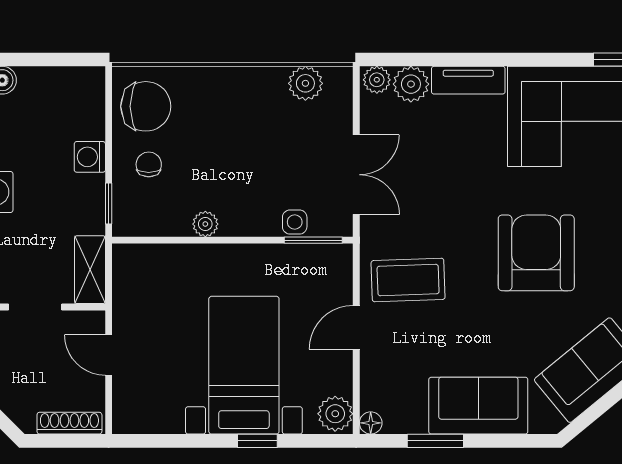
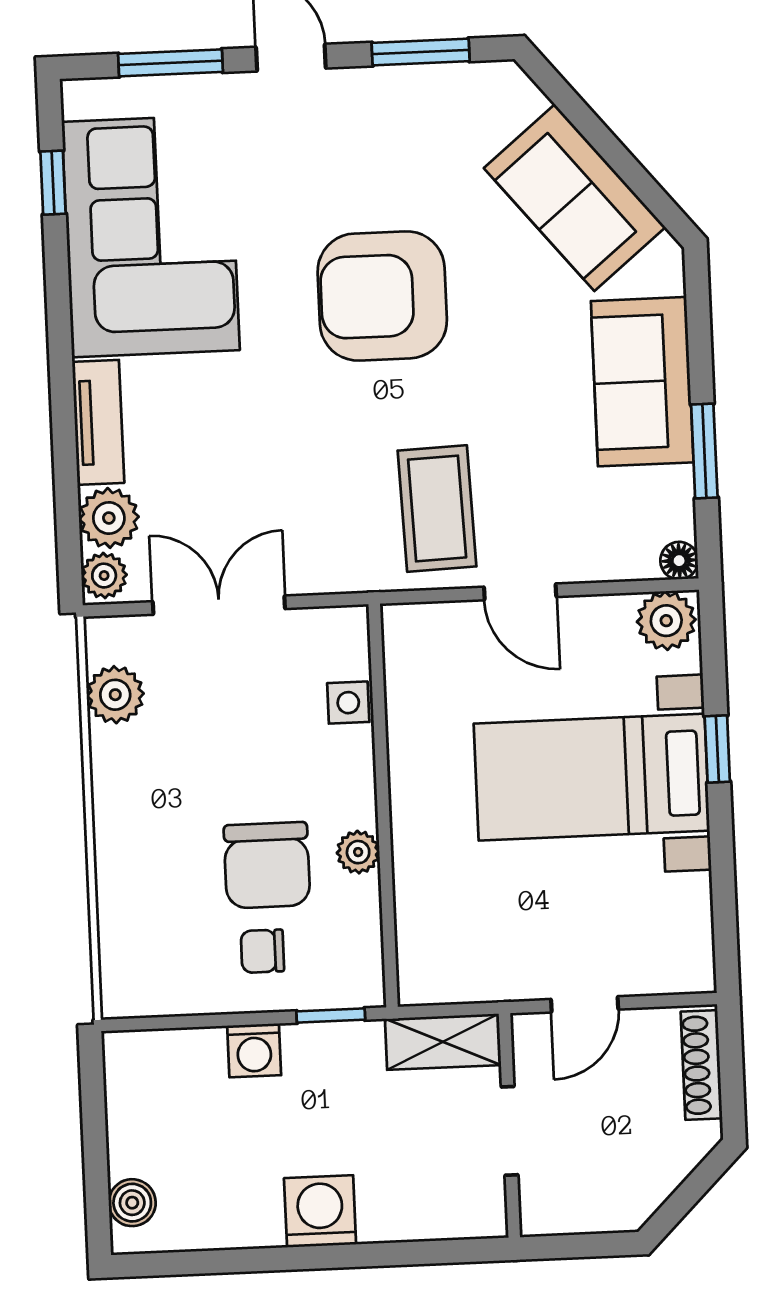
chair: (146, 106) -> (267, 865), moved, turned 180
double door: (356, 175) -> (219, 605), moved
window: (313, 240) -> (377, 670), removed

